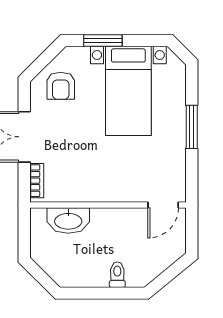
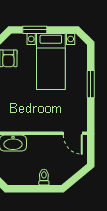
door: (163, 205) -> (73, 133), hinge flipped

